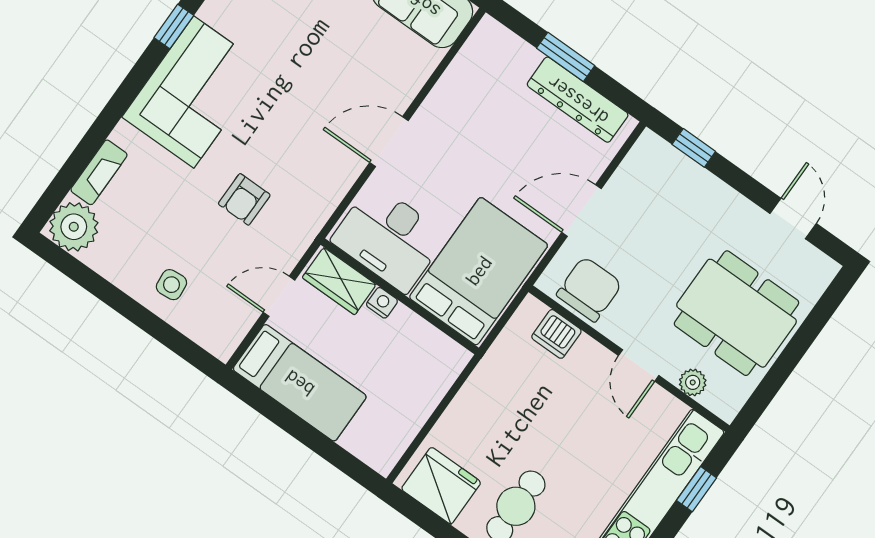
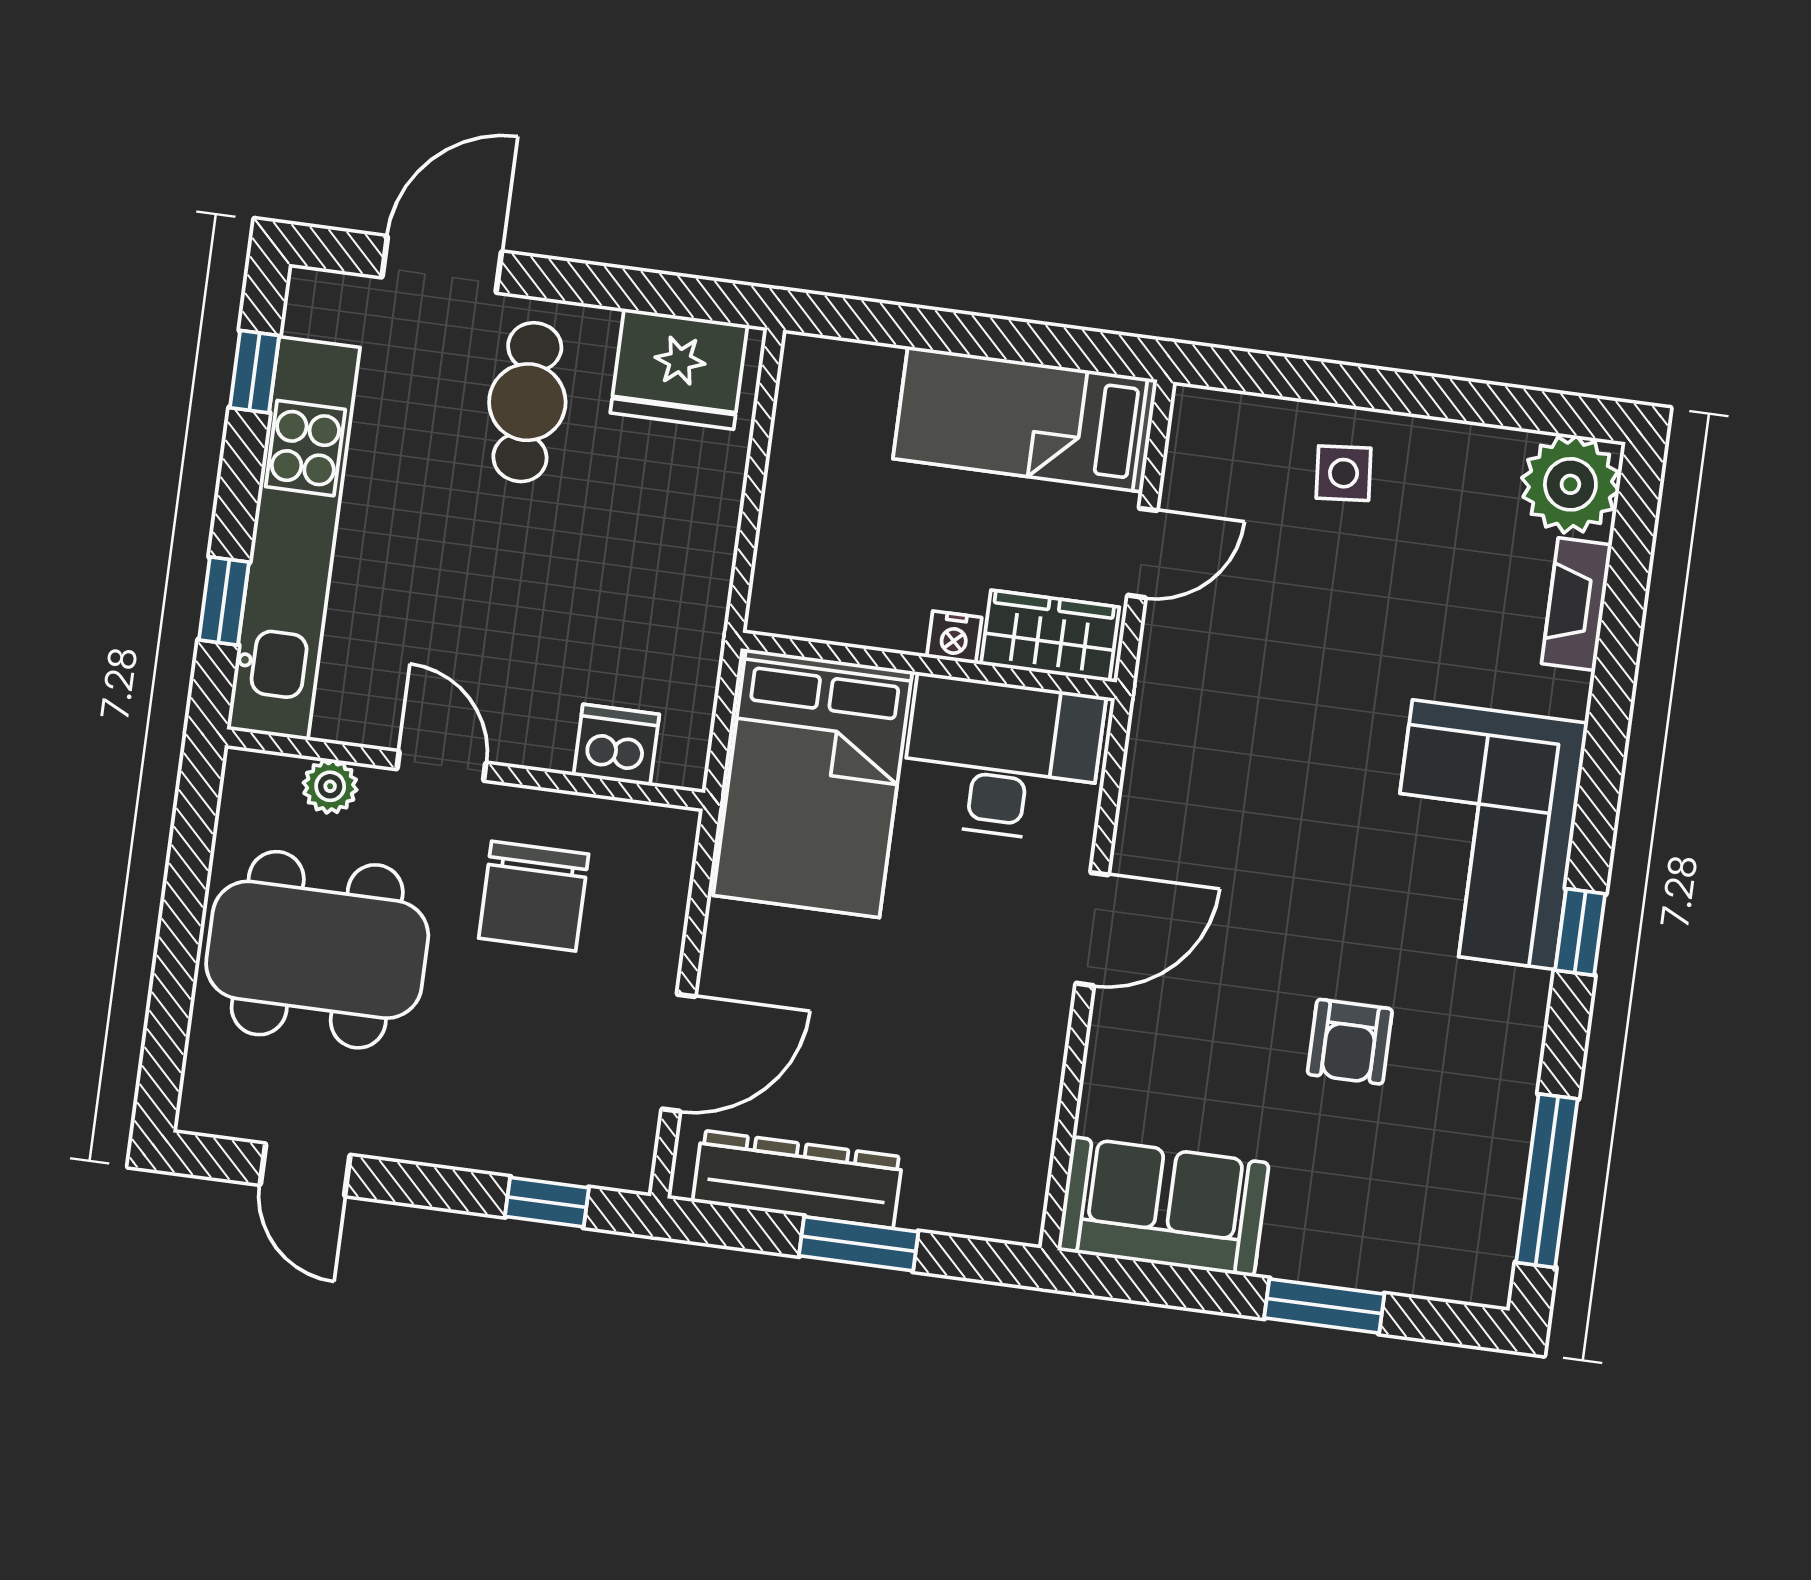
armchair: (244, 199) -> (1350, 1042), moved, turned 180
door: (581, 210) -> (679, 1053), moved
chair: (589, 289) -> (534, 896), moved

